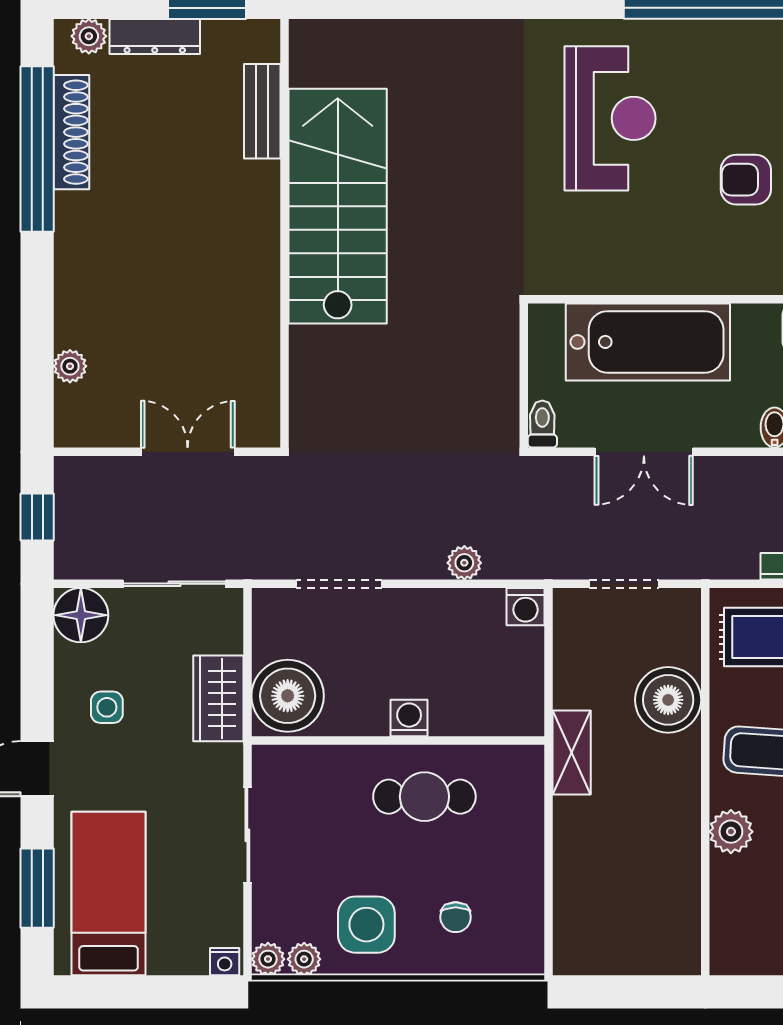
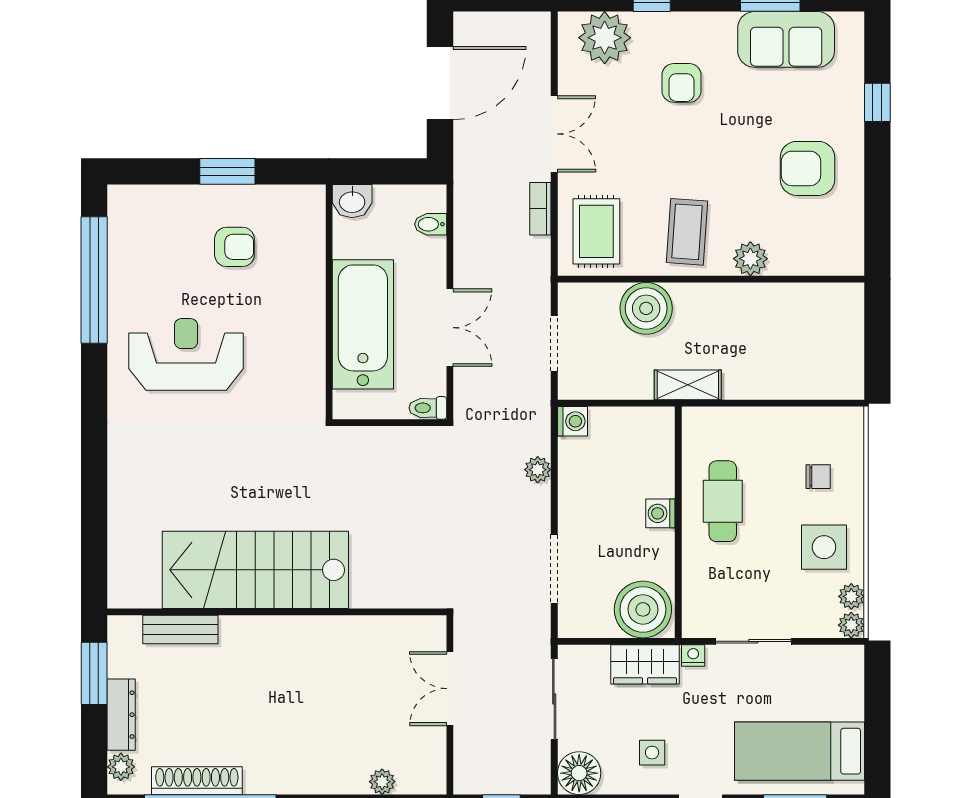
armchair: (746, 180) -> (234, 247), turned -90
nightstand: (225, 962) -> (693, 655), moved, turned -90

